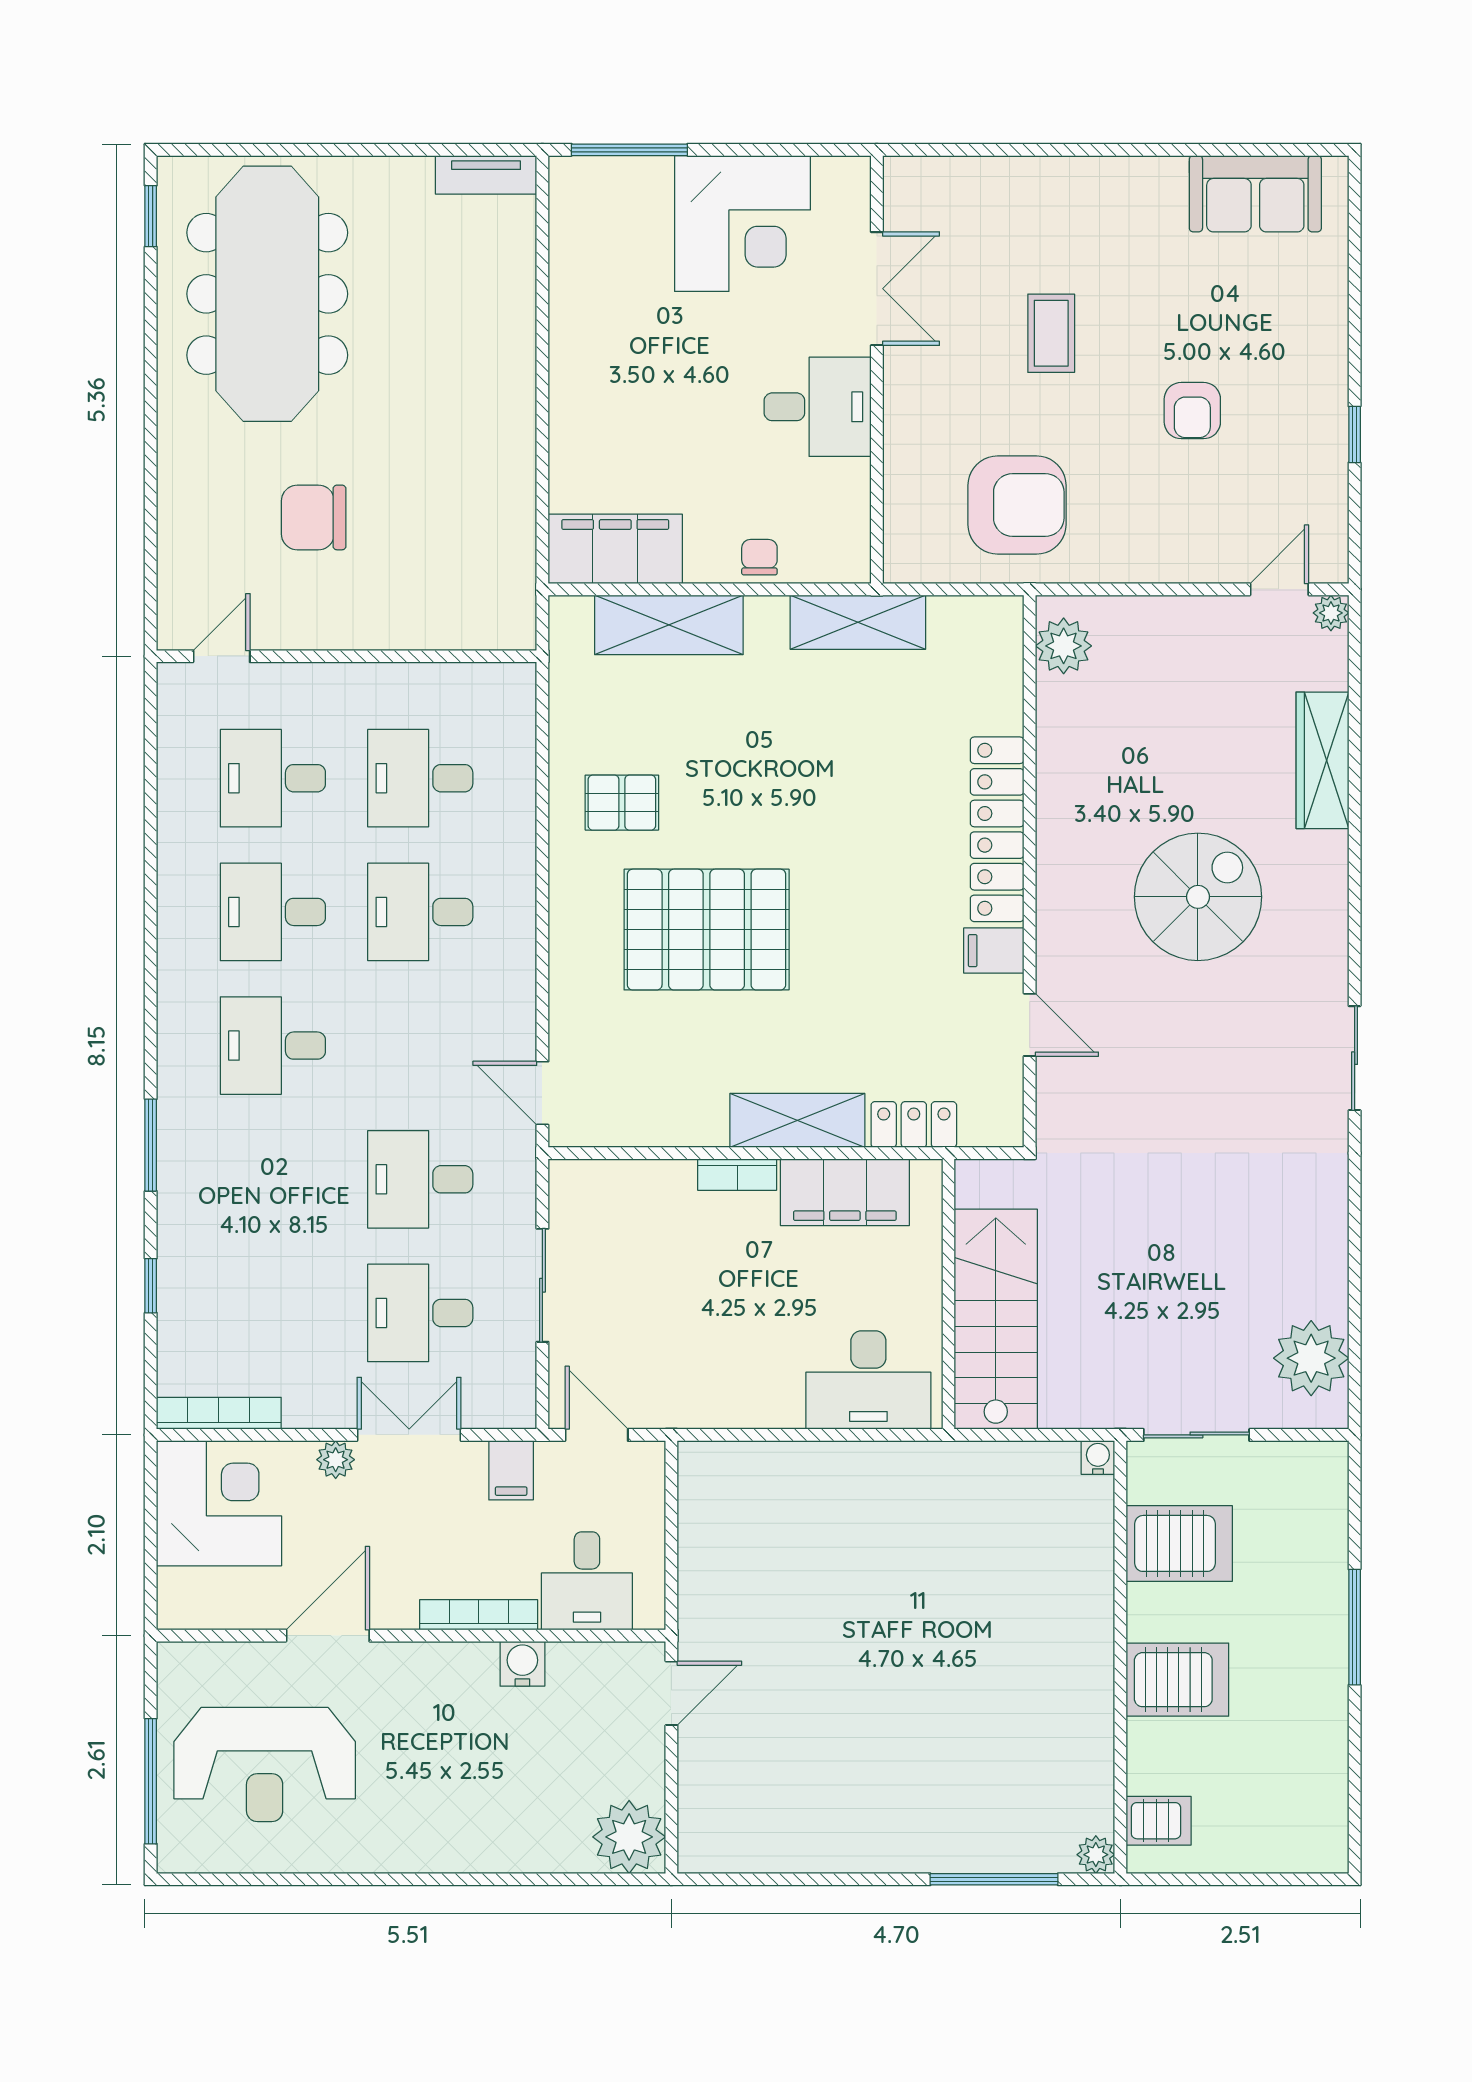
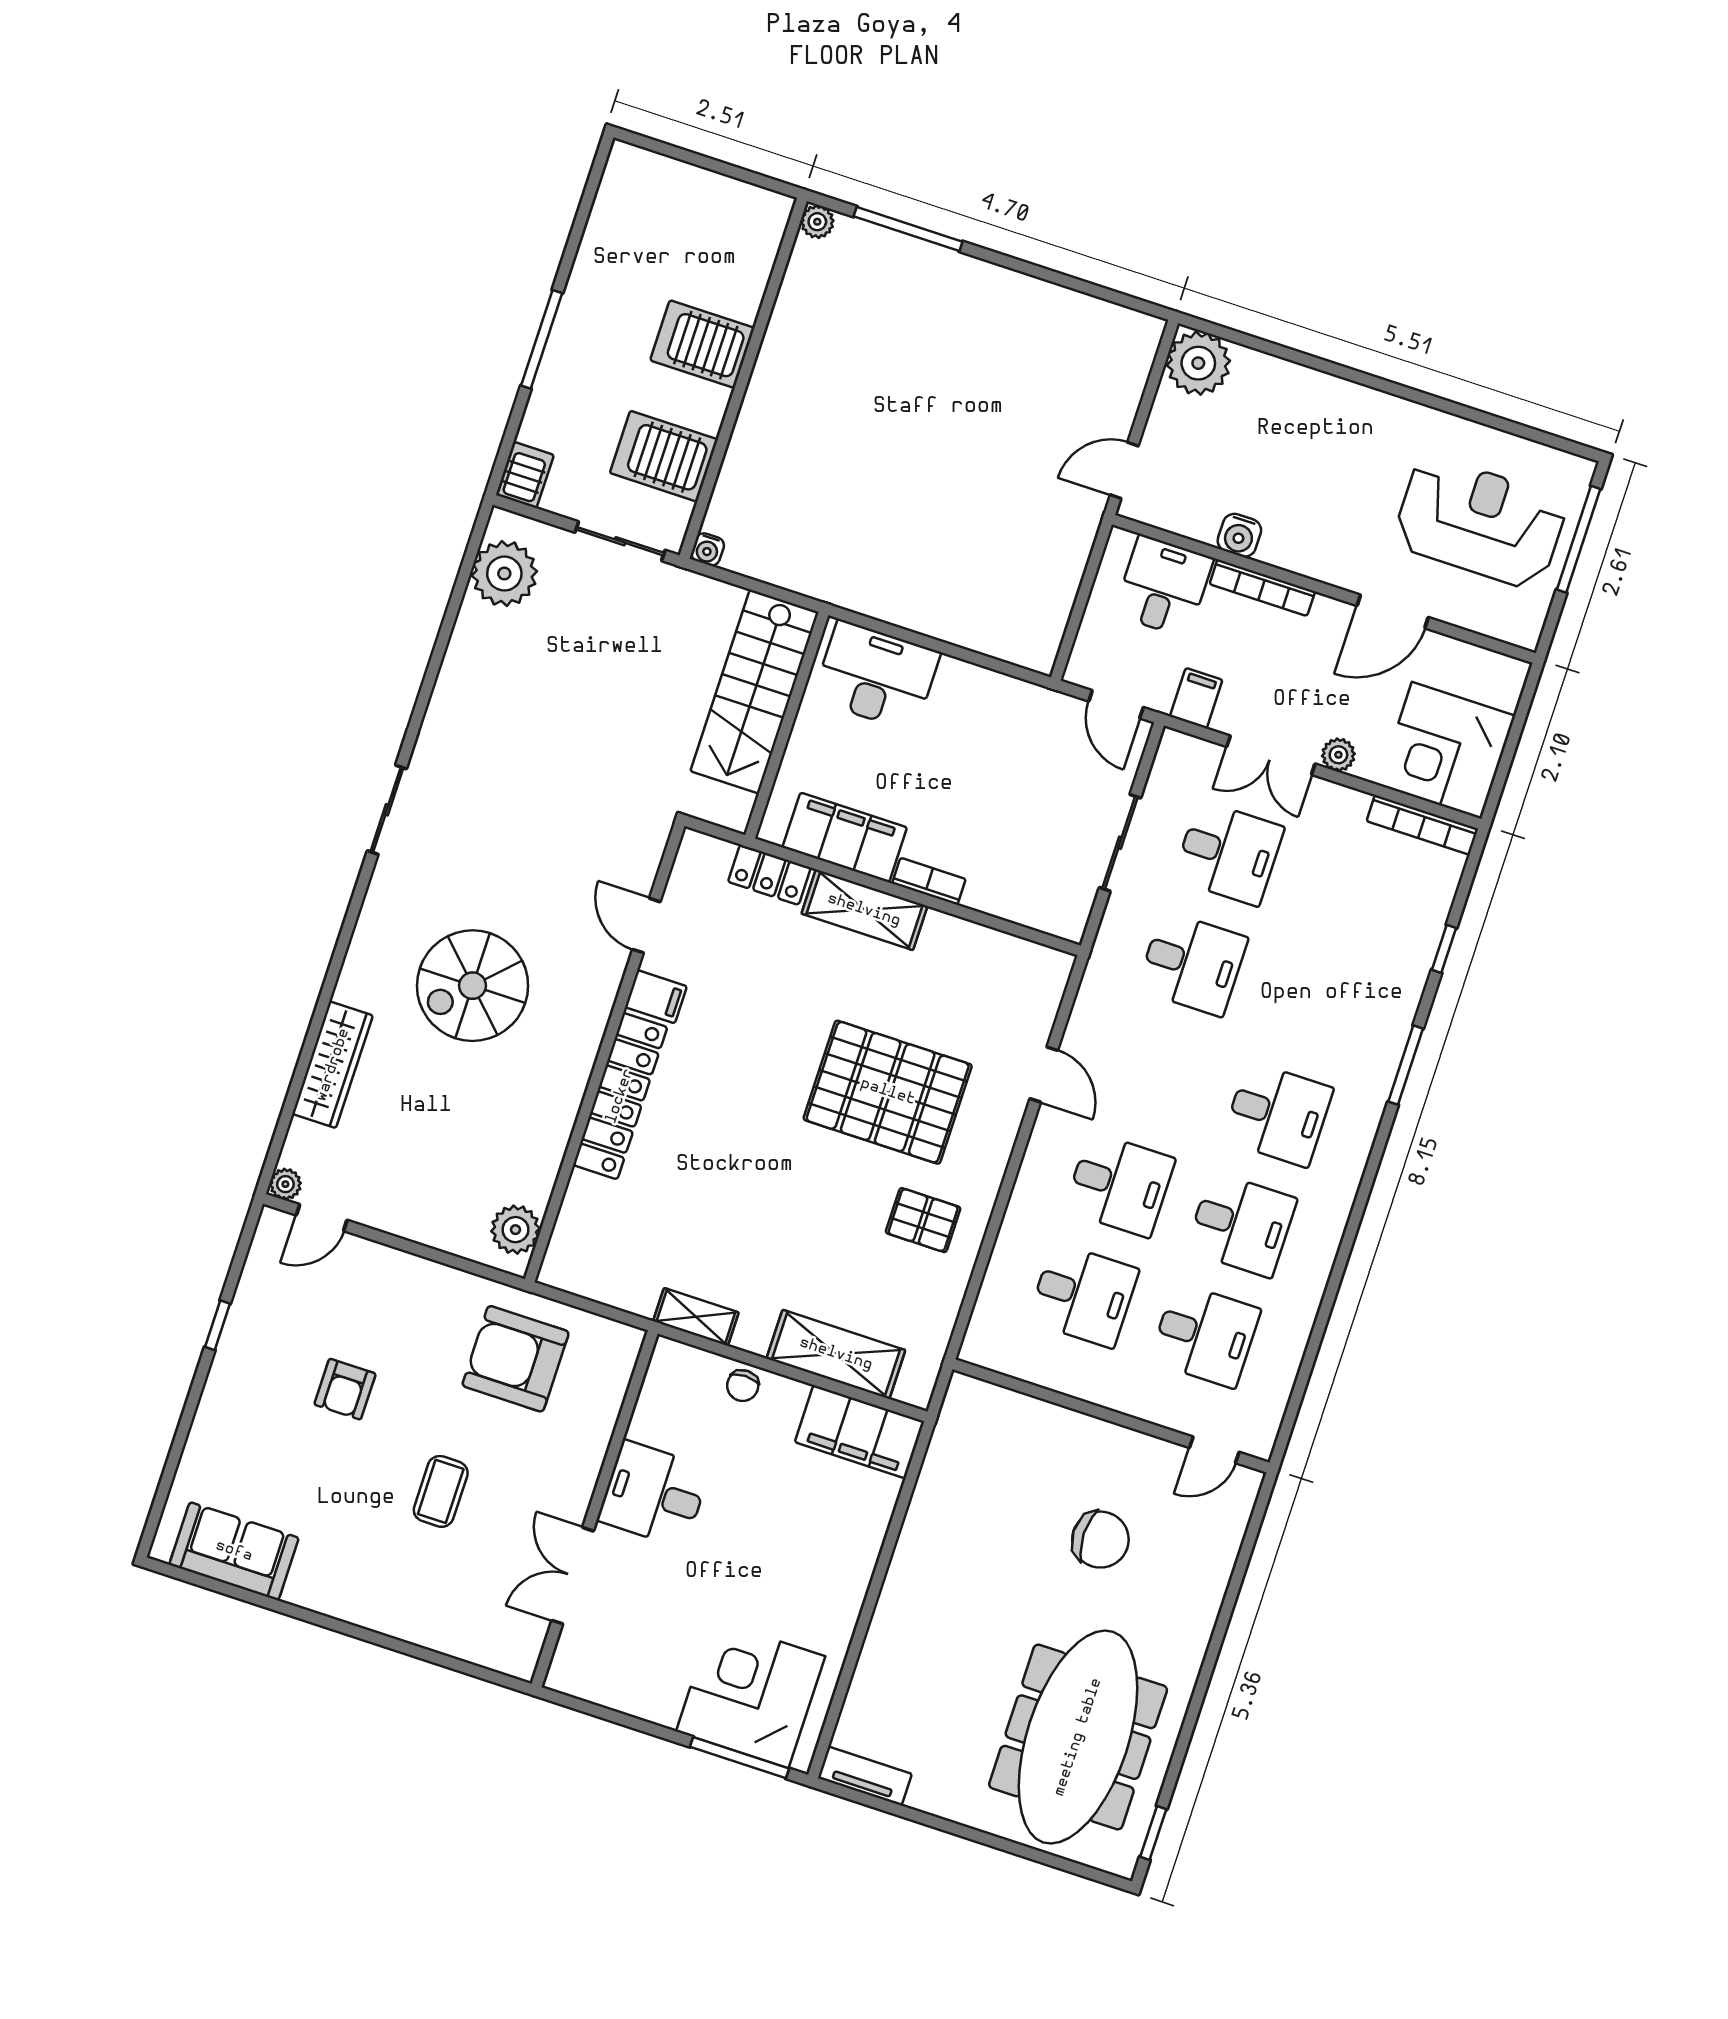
corner desk: (743, 224) -> (751, 1694), moved
armchair: (1192, 411) -> (345, 1389), turned 180
shelving: (858, 622) -> (696, 1317), width x0.67, depth x0.75
door: (542, 1093) -> (1044, 1075), moved
server rack: (1159, 1821) -> (525, 475), moved, turned 90

